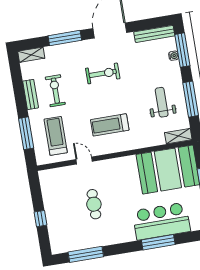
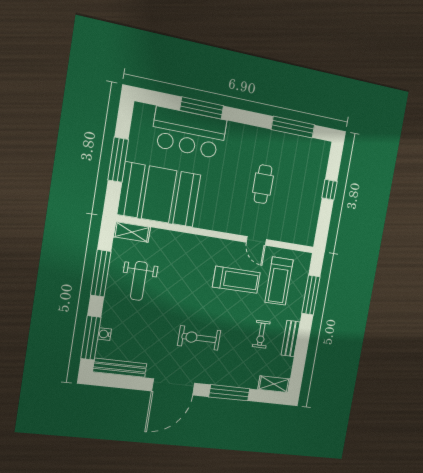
exercise bike: (55, 91) -> (261, 334), width x0.73, depth x0.72
treadmill: (110, 125) -> (236, 280), moved

